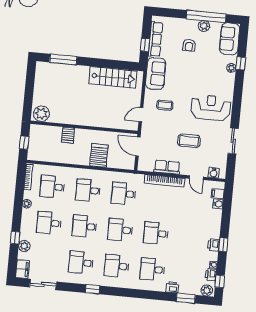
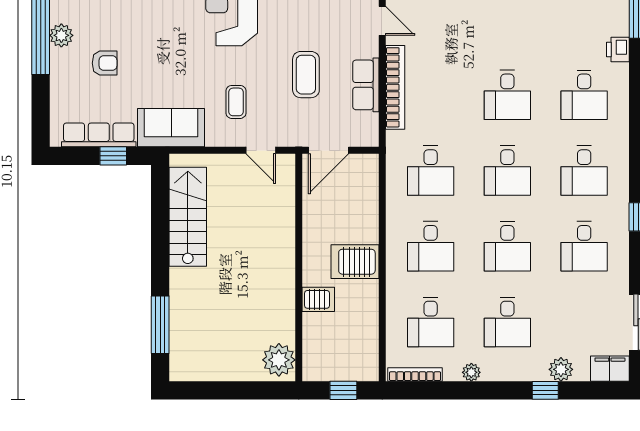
coffee table: (189, 141) -> (306, 75), moved
server rack: (99, 155) -> (355, 262), moved
door: (196, 178) -> (382, 21), hinge flipped

